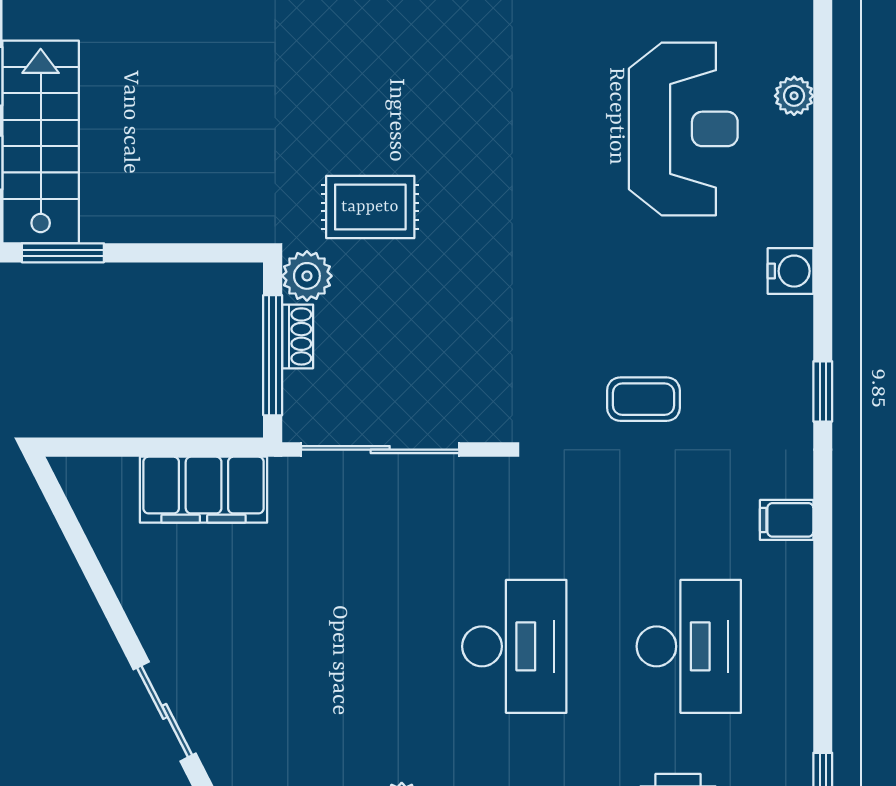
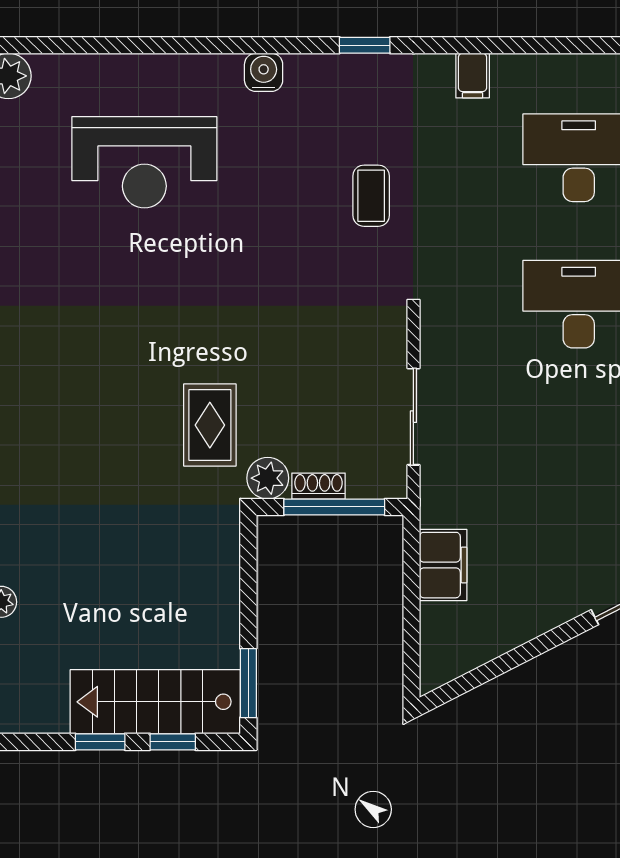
plant: (794, 96) -> (117, 69), removed
reception desk: (683, 129) -> (144, 162), turned 180
sliding door: (380, 450) -> (413, 417), width x0.73
filing cabinet: (204, 490) -> (443, 565), width x0.67, depth x0.86

